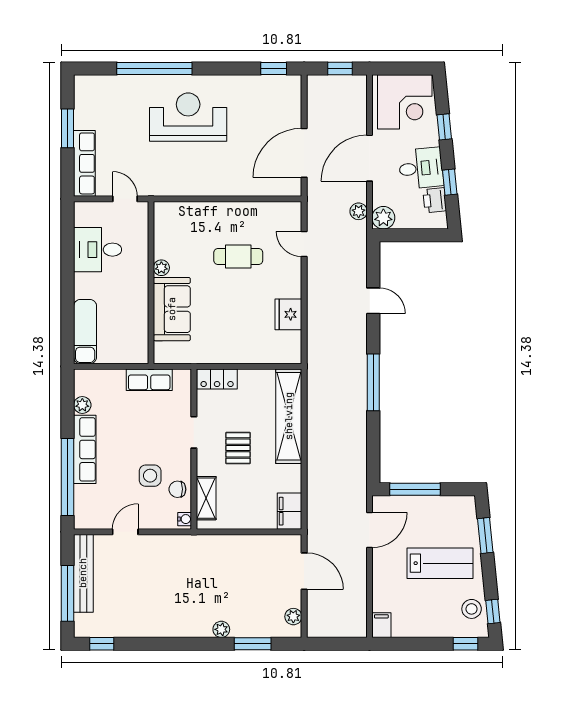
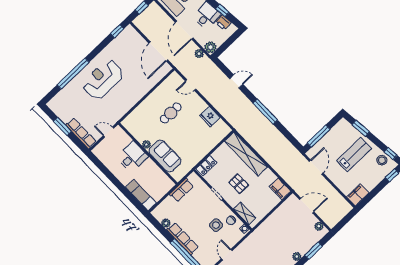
desk: (98, 250) -> (132, 157), moved, turned 180
filing cabinet: (381, 625) -> (358, 195), width x2.00

